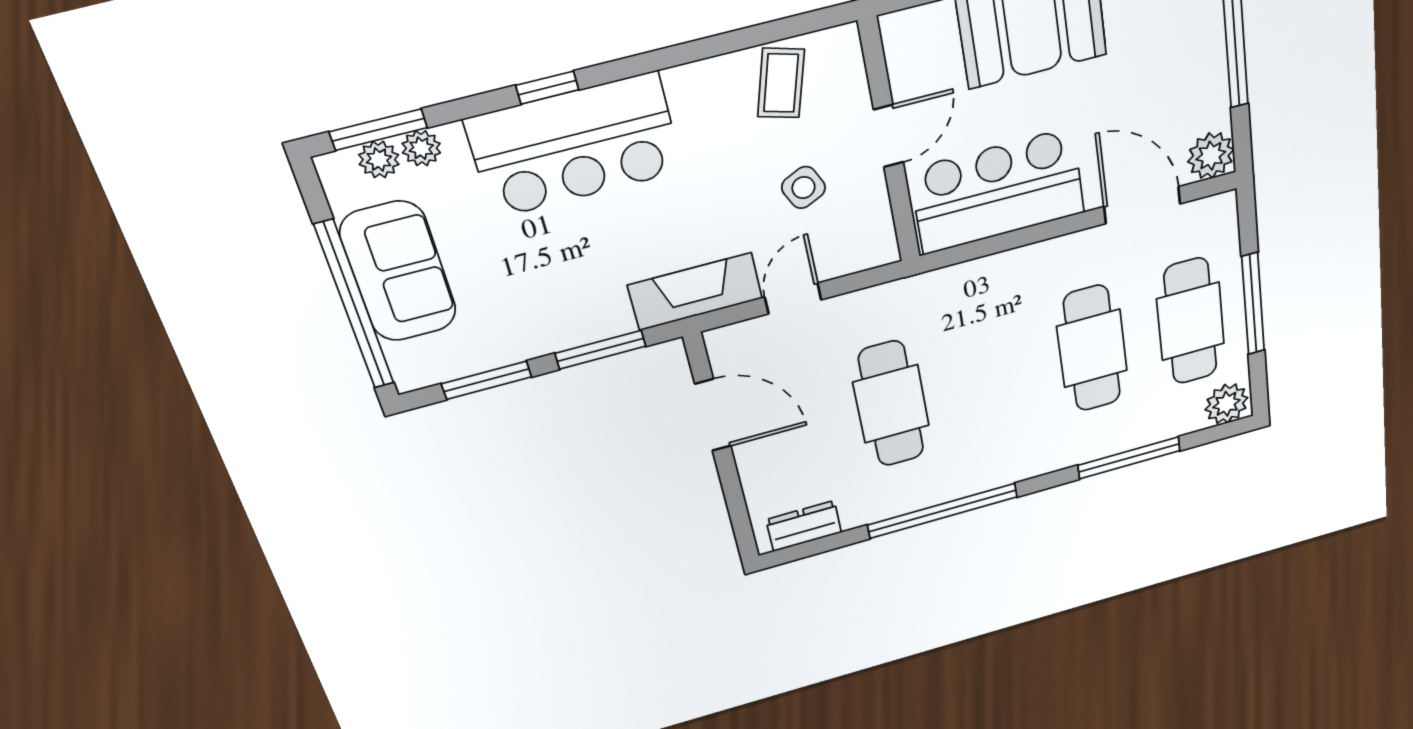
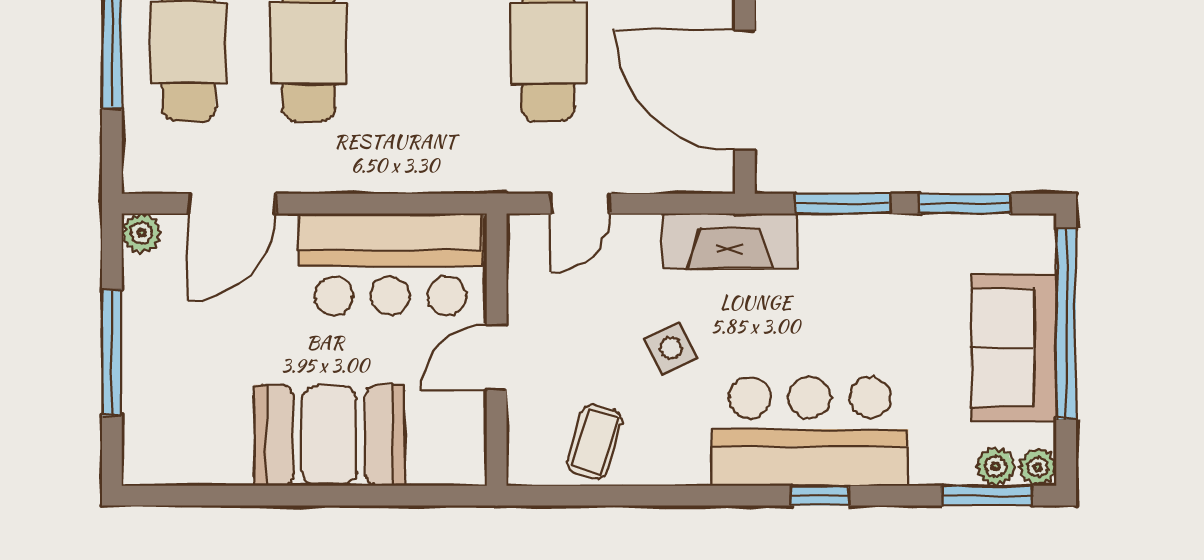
plant: (421, 148) -> (1038, 467), moved
plant: (1211, 156) -> (141, 233), width x0.73, depth x0.73
side table: (803, 187) -> (671, 348), moved
door: (1142, 205) -> (232, 204), hinge flipped
door: (793, 298) -> (580, 204), moved
door: (713, 415) -> (745, 90), width x1.36

